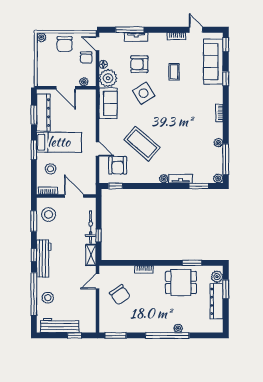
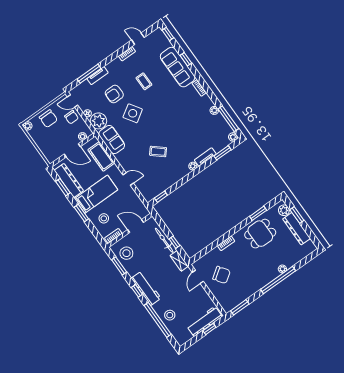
sofa: (213, 62) -> (178, 67), moved
cot: (88, 112) -> (101, 156), added
coffee table: (142, 144) -> (158, 151), width x0.54, depth x0.58
armchair: (118, 165) -> (152, 180), removed
workbench: (60, 325) -> (205, 321), moved

